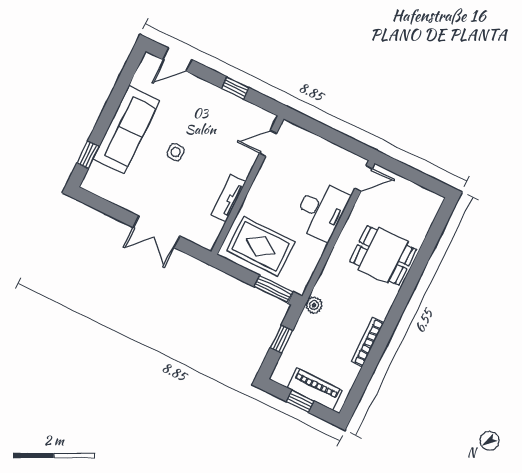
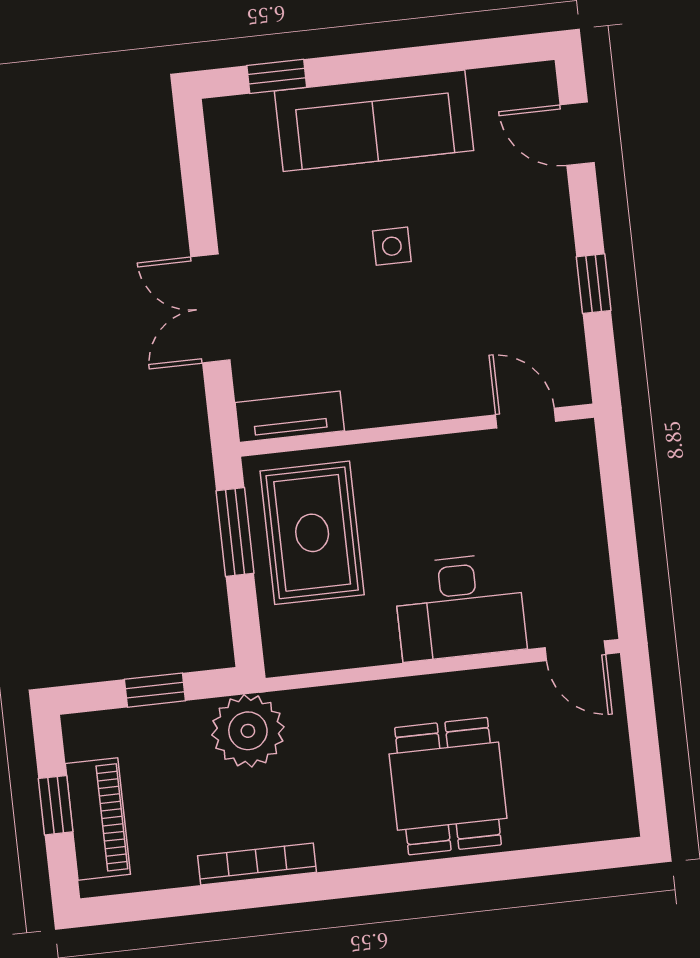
tv unit: (228, 198) -> (290, 417), moved
window: (274, 289) -> (235, 532), moved
plant: (314, 305) -> (248, 731), width x1.88, depth x1.88

